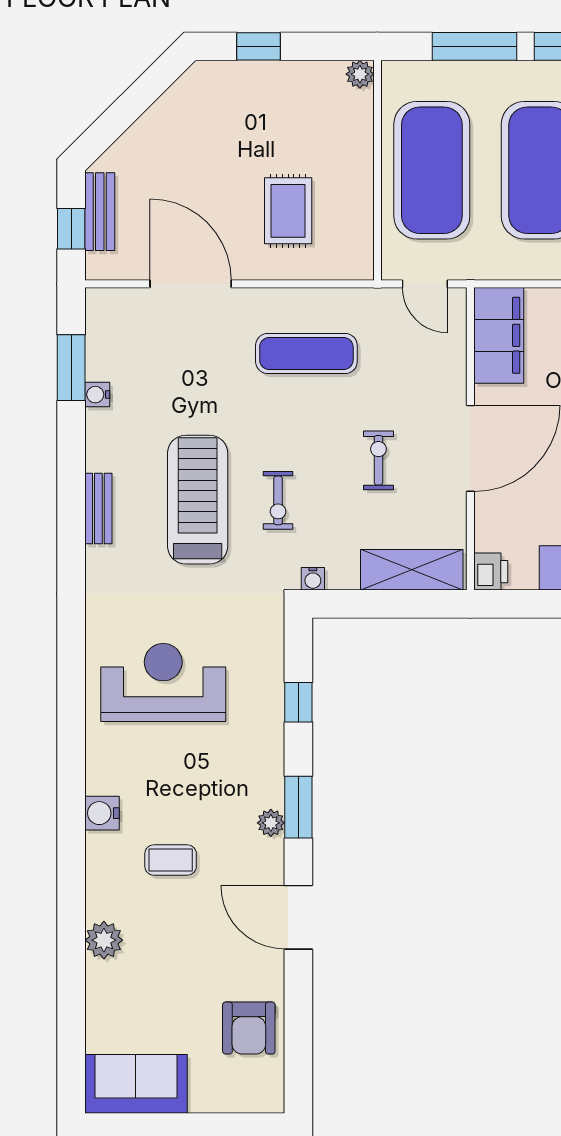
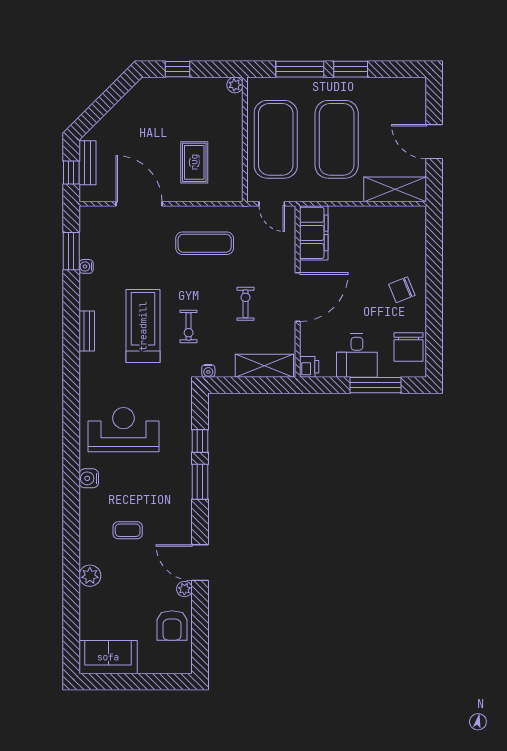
window: (298, 807) -> (200, 482), moved
water cooler: (102, 813) -> (89, 478), moved
plant: (271, 823) -> (184, 589), moved

